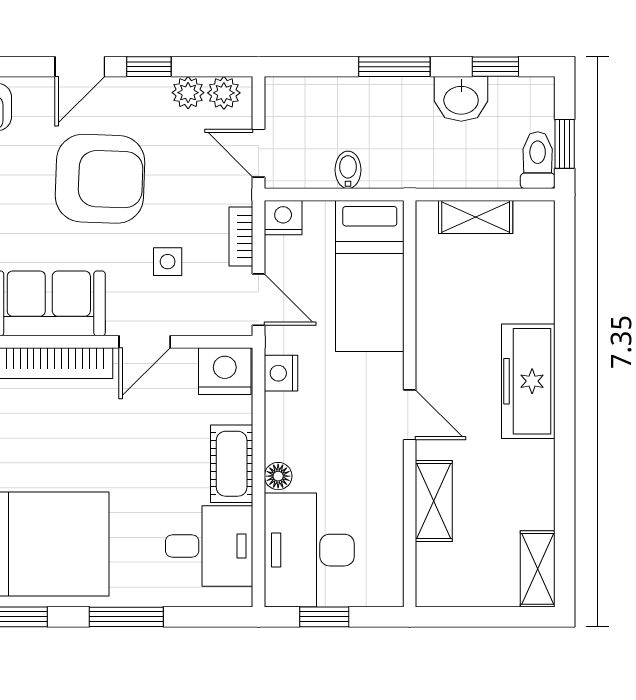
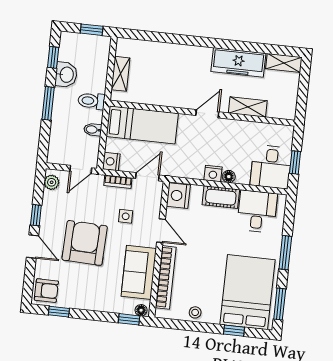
plant: (188, 93) -> (50, 199), removed
toilet: (538, 160) -> (91, 101), moved
nightstand: (281, 373) -> (213, 174), moved
freezer: (528, 381) -> (238, 62), moved
desk: (309, 550) -> (271, 167), width x0.73

